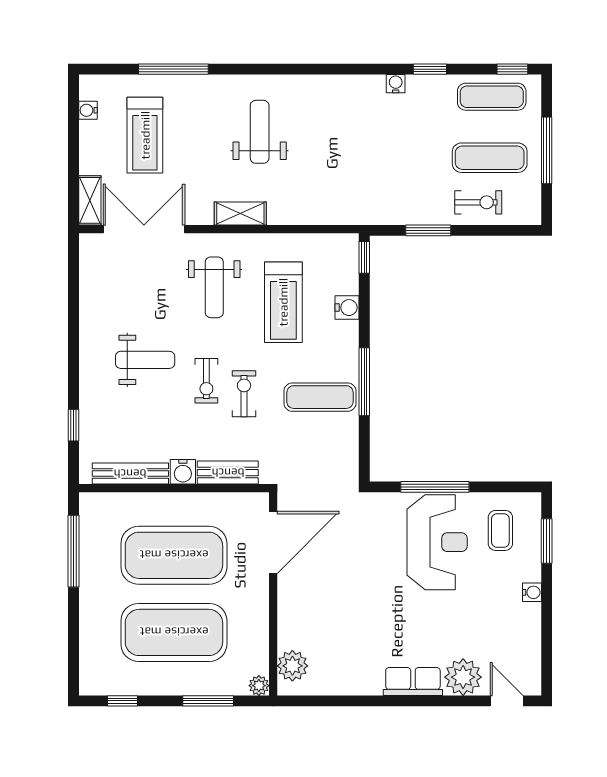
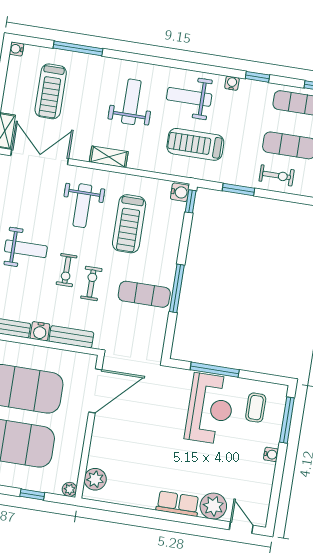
water cooler: (88, 110) -> (16, 49), moved
weight bench: (339, 112) -> (189, 97), added
treadmill: (358, 177) -> (195, 144), added
water cooler: (347, 308) -> (180, 192), moved
window: (547, 541) -> (287, 420), width x1.44
window: (208, 701) -> (32, 494), width x0.67

